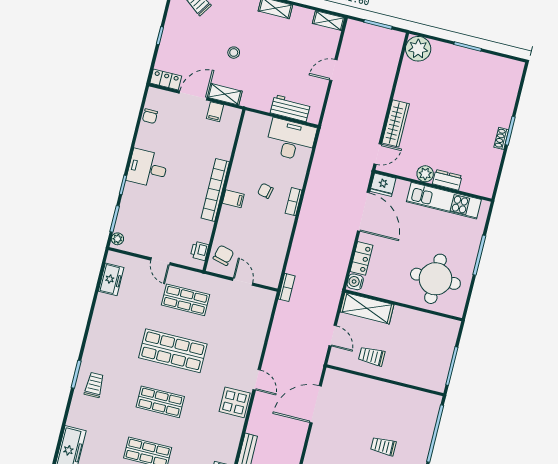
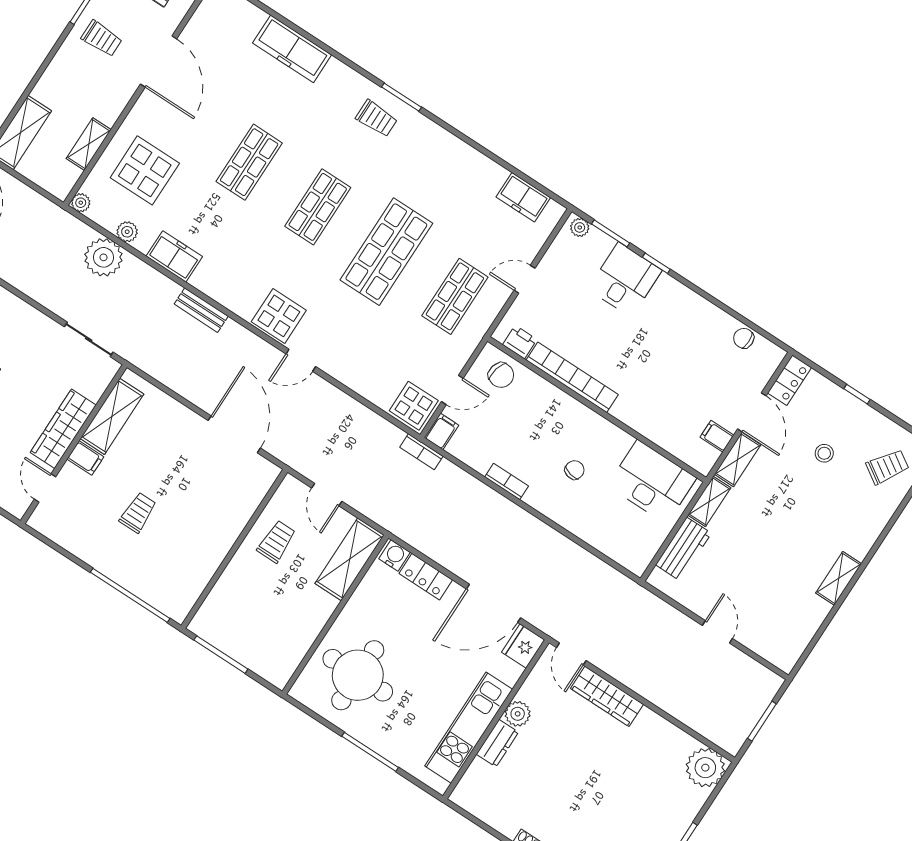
shelving: (329, 21) -> (709, 501), moved
stool: (234, 53) -> (824, 453), moved
desk: (291, 140) -> (652, 482), moved, turned -90
desk: (147, 168) -> (625, 280), moved
bookcase: (215, 190) -> (572, 377), moved
filing cabinet: (233, 199) -> (442, 431), moved, turned 180
bookcase: (294, 202) -> (507, 481), moved
display table: (260, 302) -> (414, 406), added
door: (333, 336) -> (327, 495), hinge flipped

